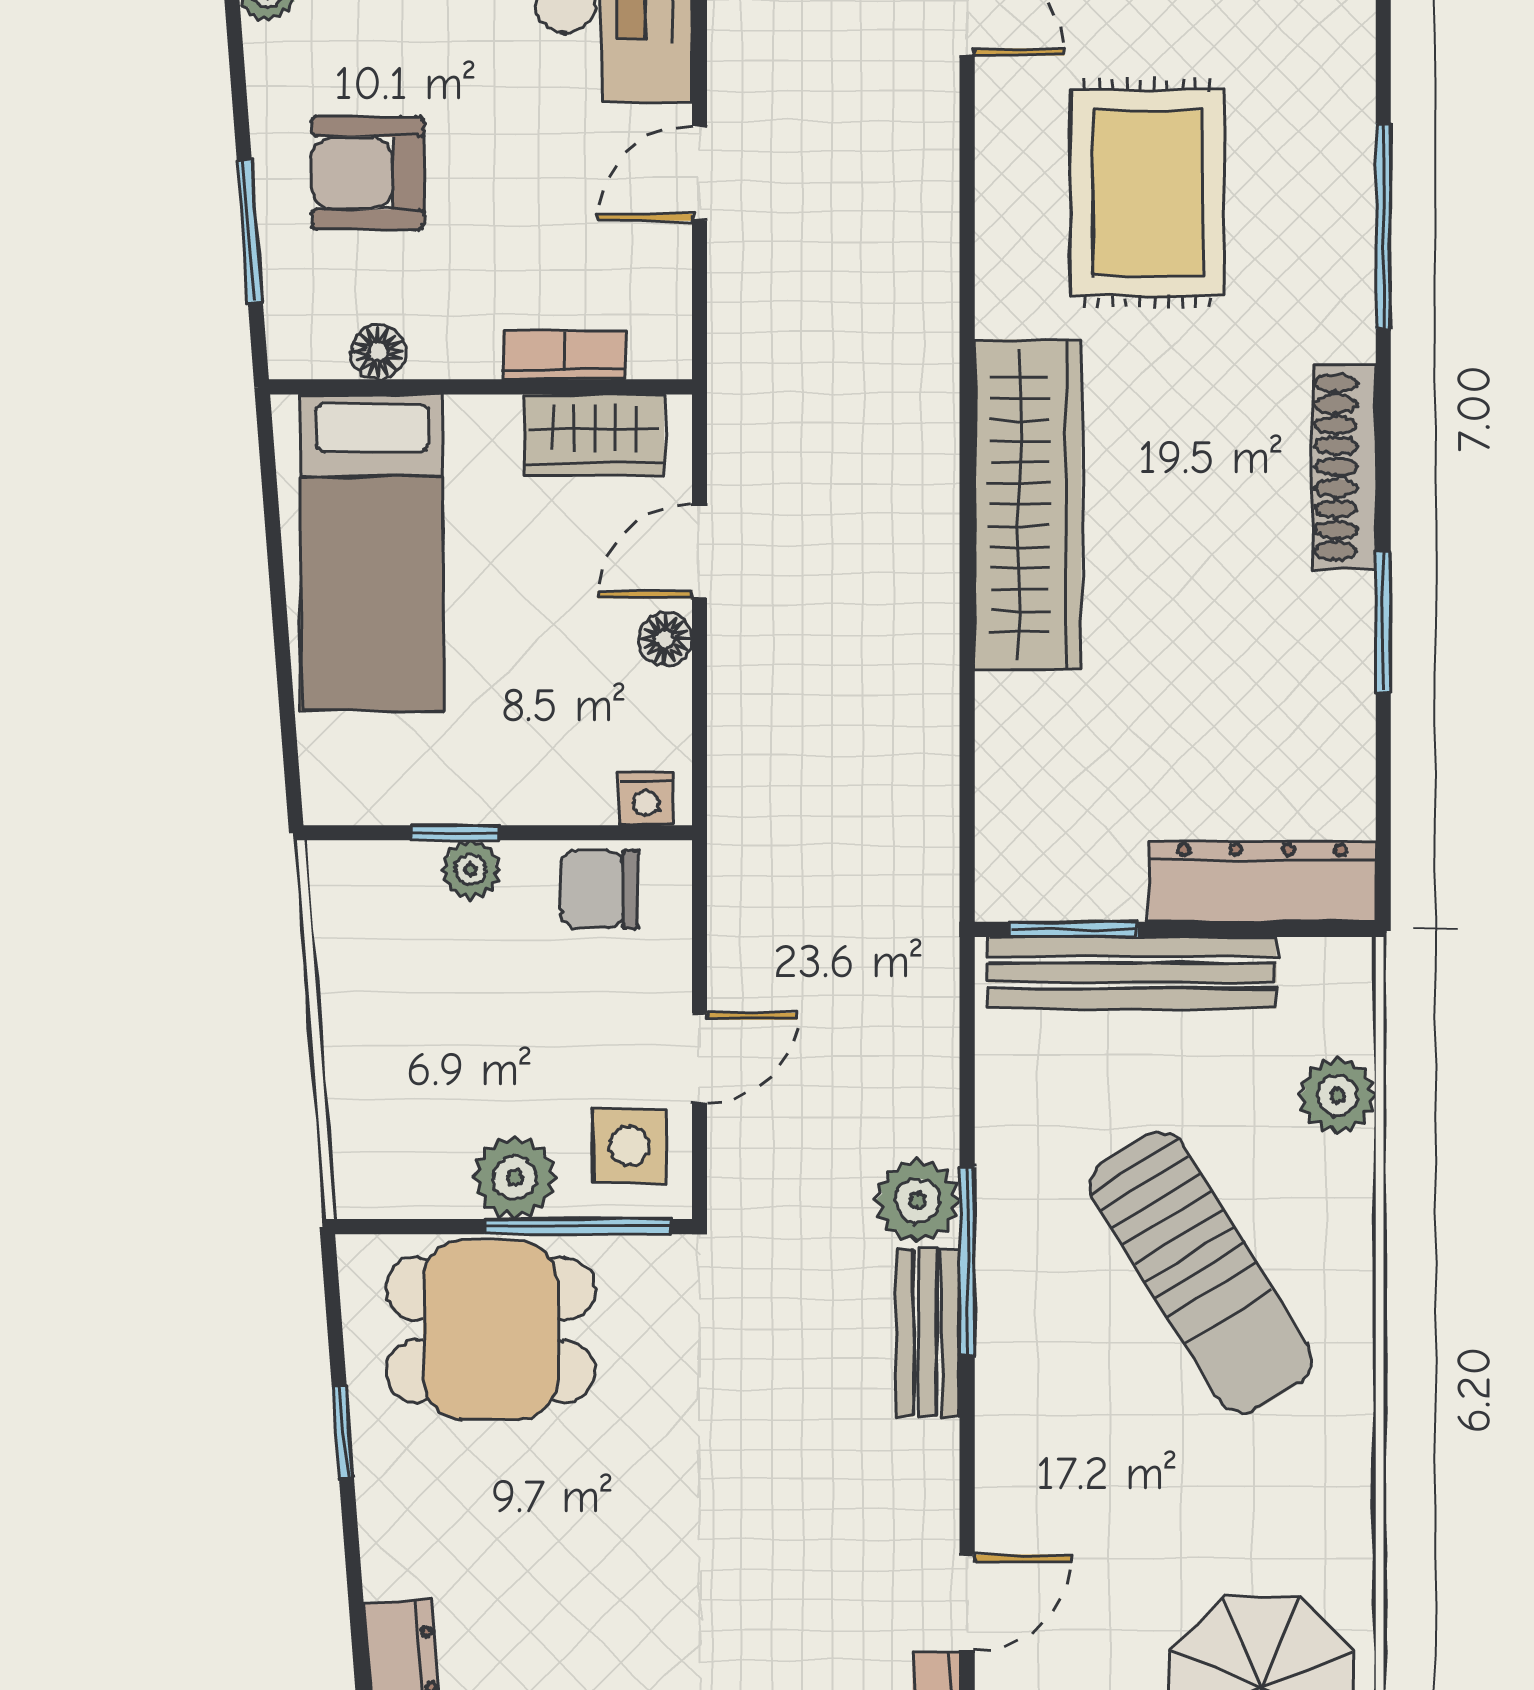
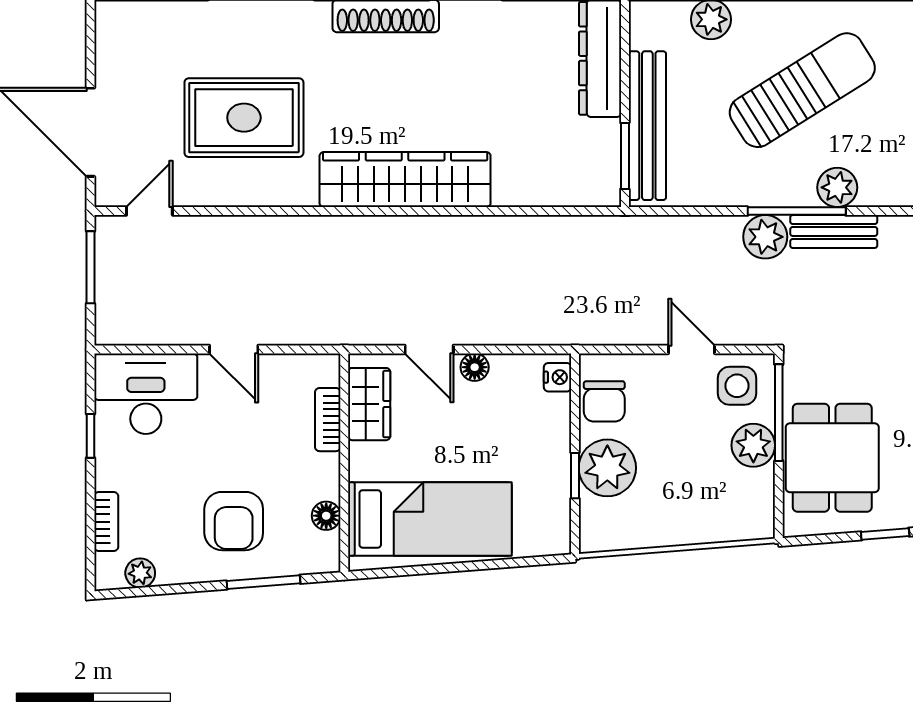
plant: (471, 870) -> (607, 468), width x1.88, depth x1.88
plant: (1013, 1340) -> (837, 187), added

